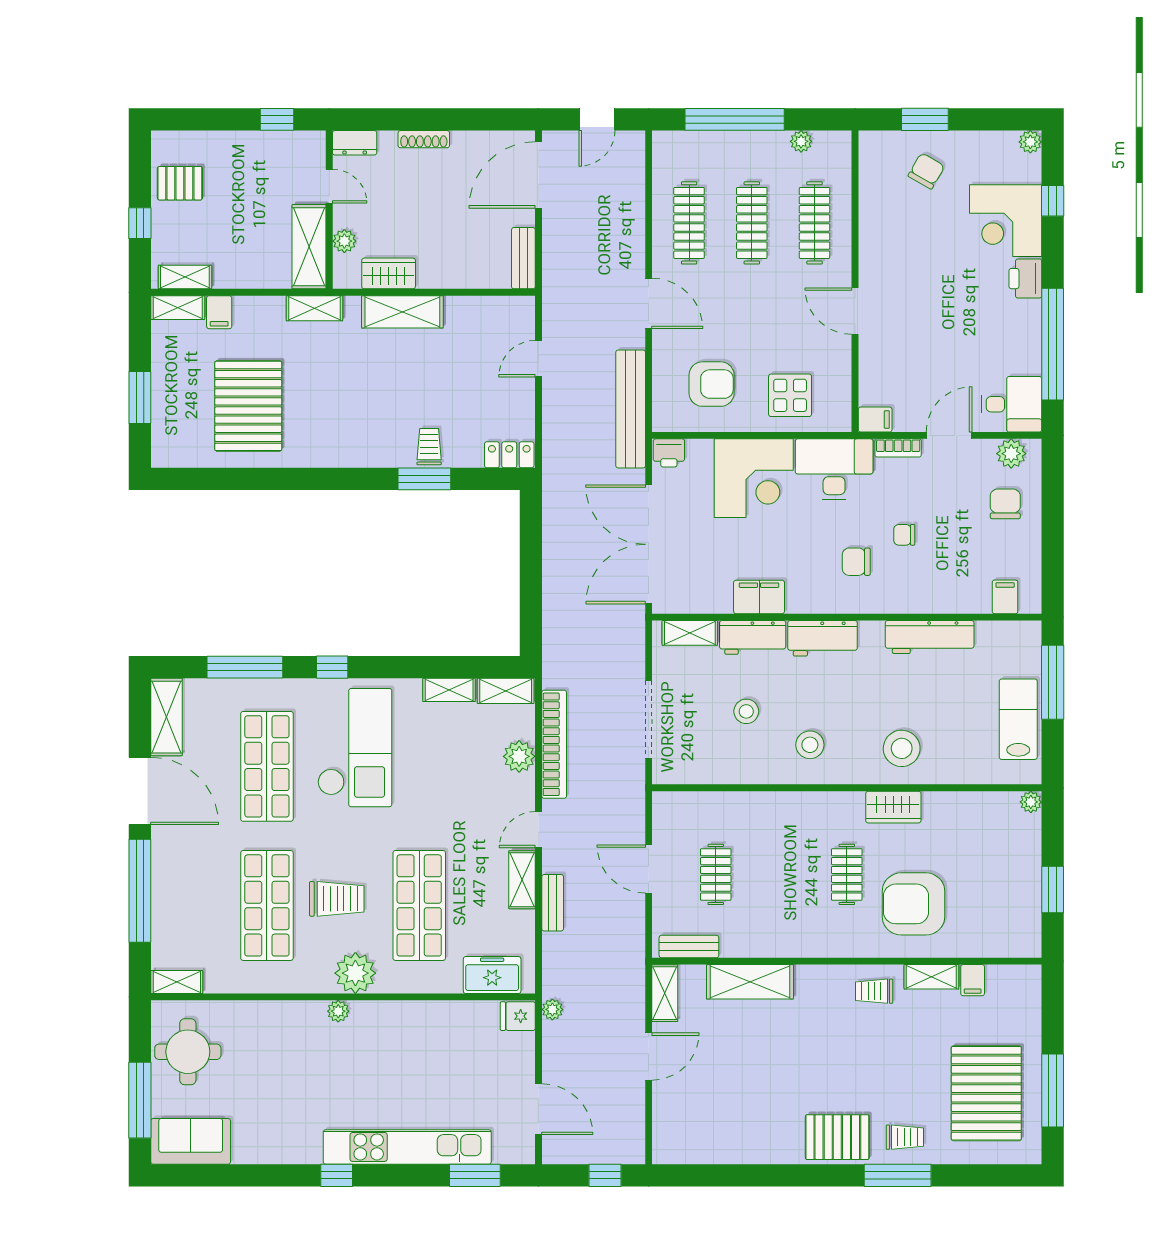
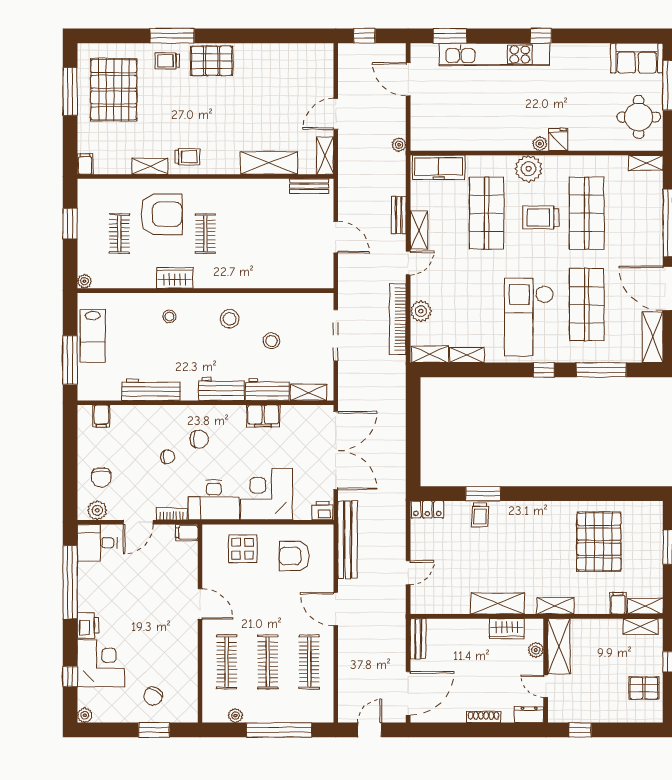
stool: (902, 748) -> (169, 316), width x0.53, depth x0.53
clothes rail: (716, 874) -> (119, 234), moved
freezer: (492, 975) -> (439, 167), width x1.40
filing cabinet: (973, 980) -> (85, 164), moved
fridge: (518, 1016) -> (558, 139), moved, turned -90

